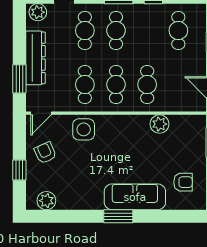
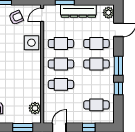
door: (41, 113) -> (42, 15), hinge flipped
plant: (159, 124) -> (35, 108), moved

